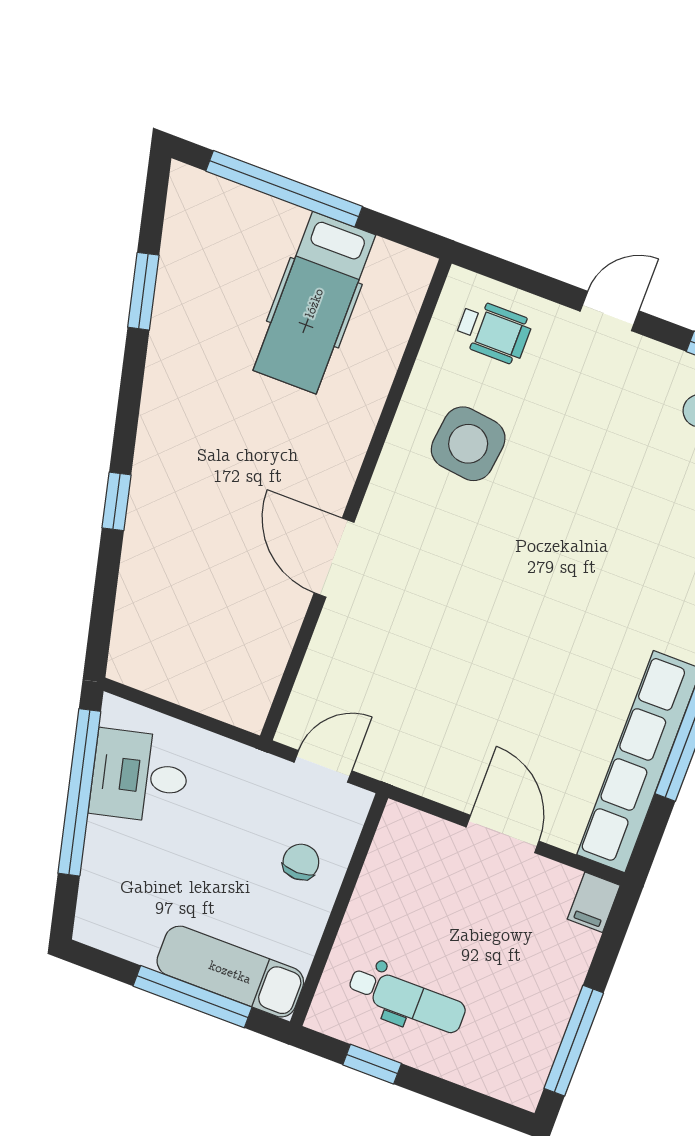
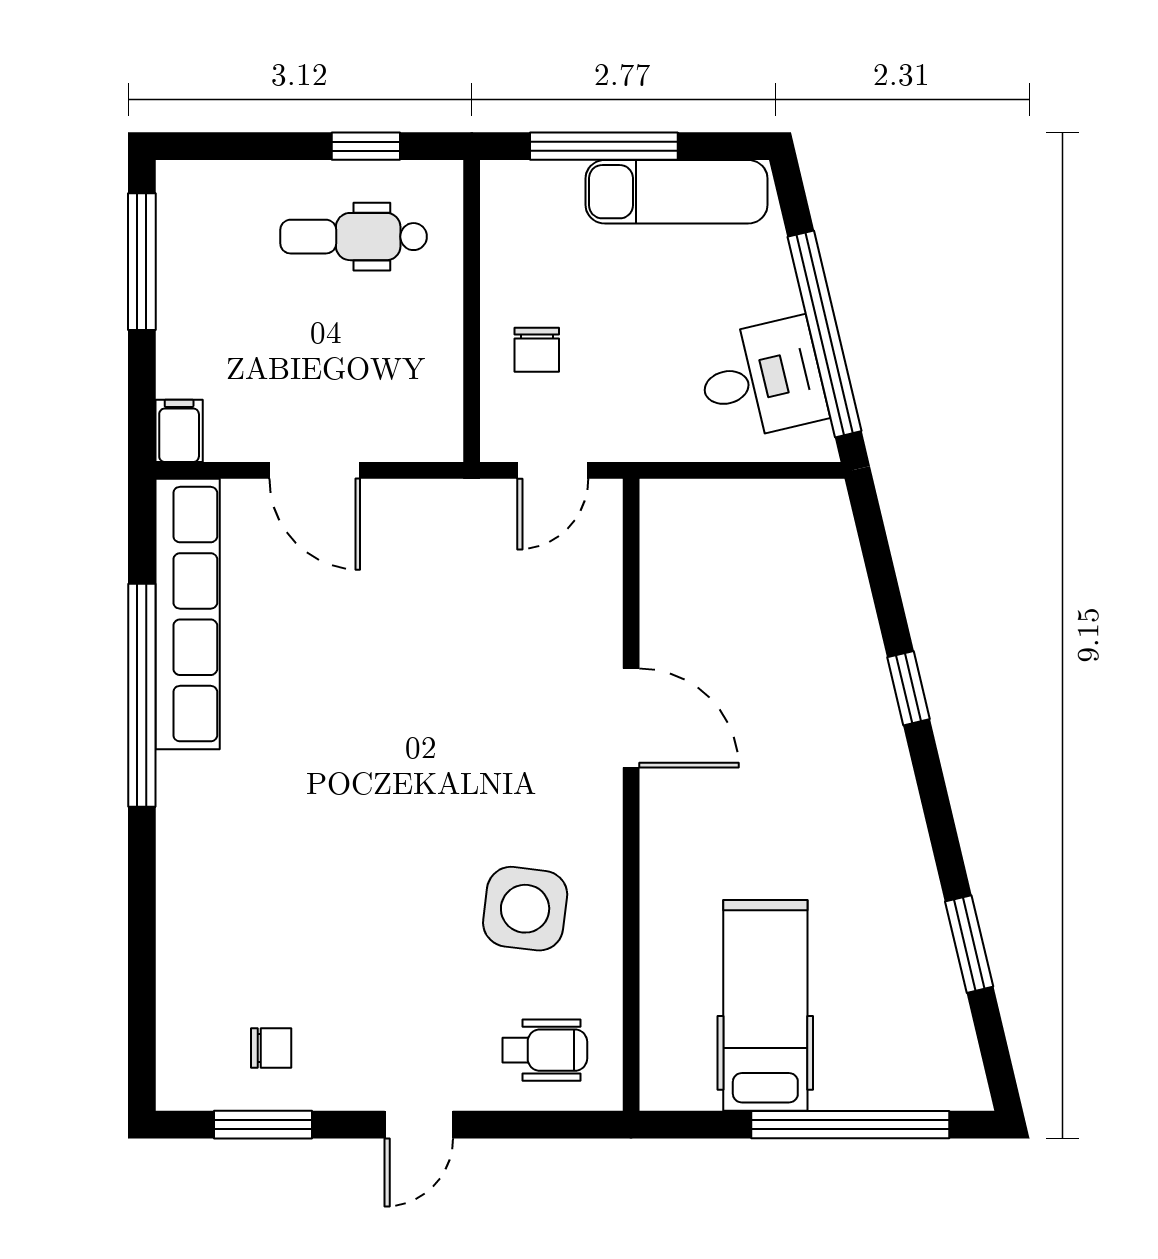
wheelchair: (493, 332) -> (545, 1050), turned 180
exam couch: (230, 972) -> (676, 192), moved

